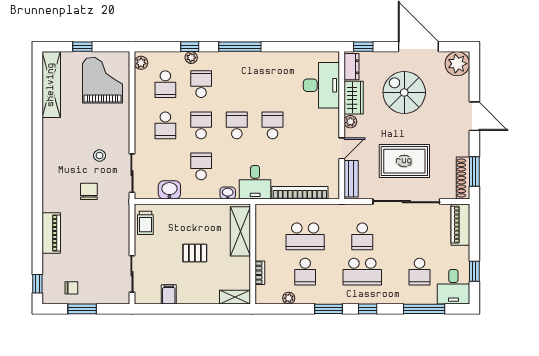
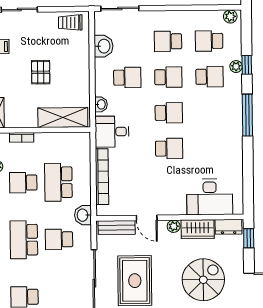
washbasin: (338, 212) -> (83, 215), added

